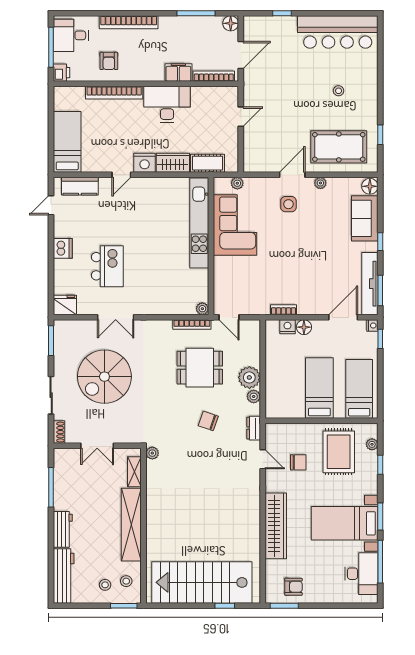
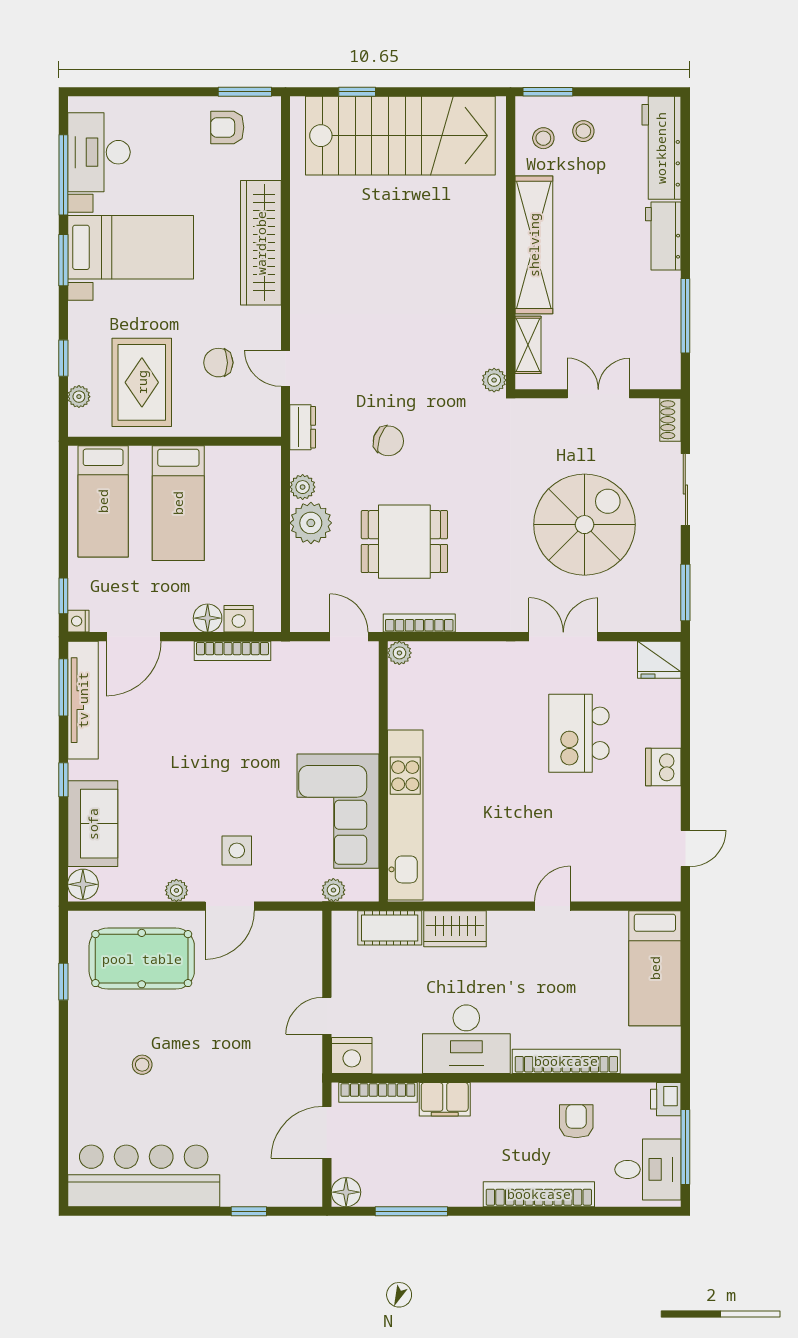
nightstand: (145, 163) -> (352, 1055), moved, turned 180
kitchen counter: (80, 186) -> (631, 885), removed
bookcase: (283, 310) -> (232, 651), width x1.56

